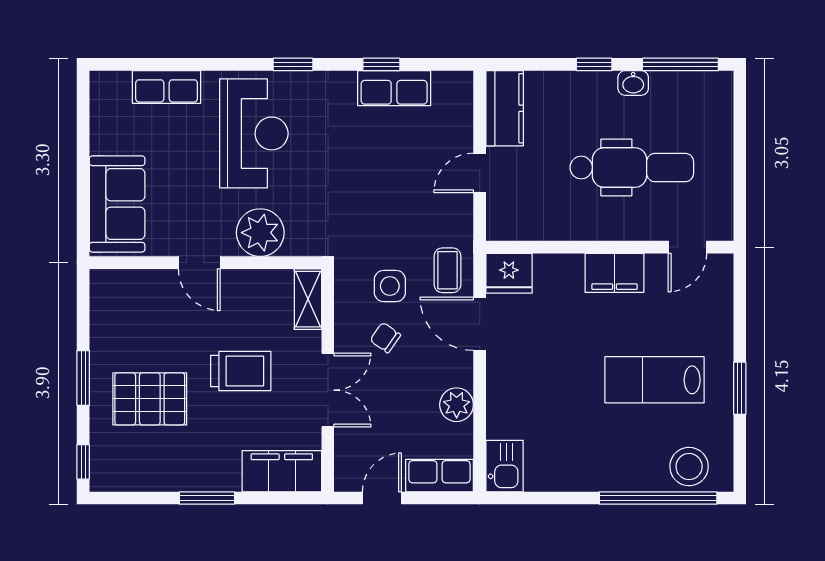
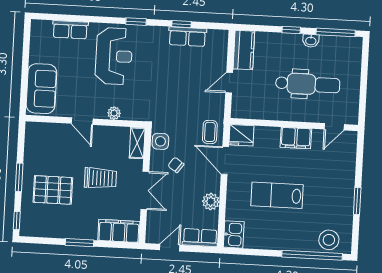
plant: (260, 233) -> (114, 113), width x0.53, depth x0.53
side table: (390, 286) -> (160, 141), moved
lab bench: (655, 380) -> (277, 195), moved

